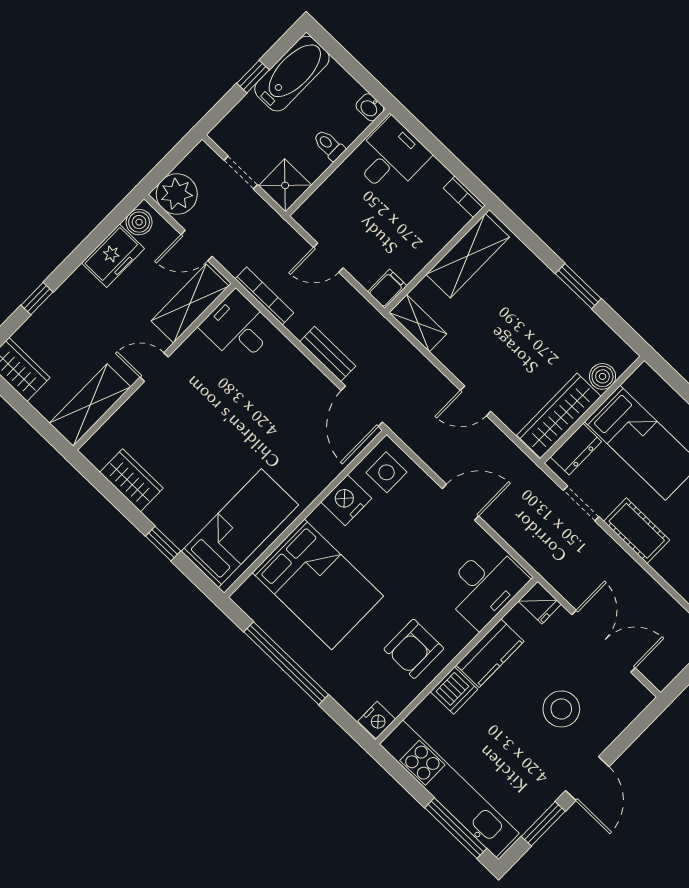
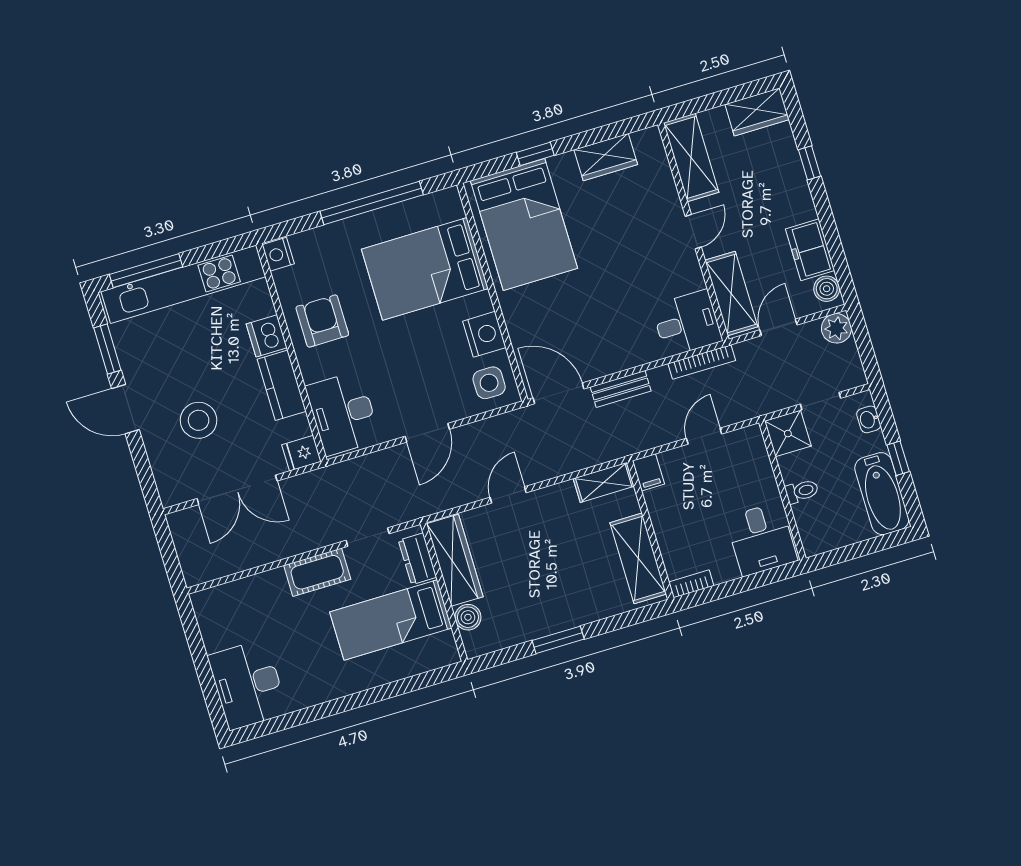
washbasin: (370, 107) -> (869, 419), moved, turned -90
plant: (177, 194) -> (836, 328), width x0.73, depth x0.73
bed: (240, 528) -> (524, 224), width x1.50

